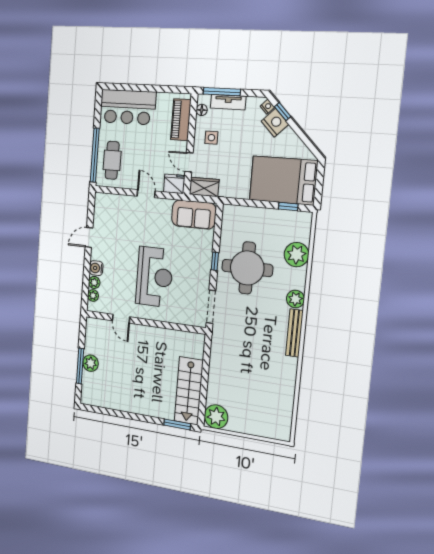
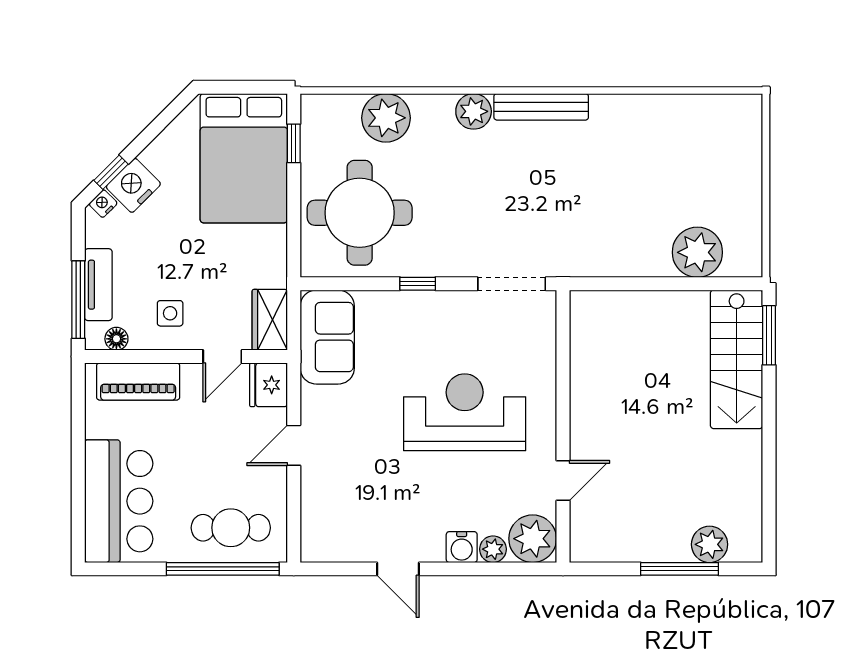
round table: (247, 268) -> (360, 213), moved
plant: (93, 296) -> (533, 539), width x1.88, depth x1.88
plant: (91, 363) -> (710, 544), moved
stairs: (189, 391) -> (737, 359), moved, turned 90
plant: (216, 417) -> (697, 252), moved

